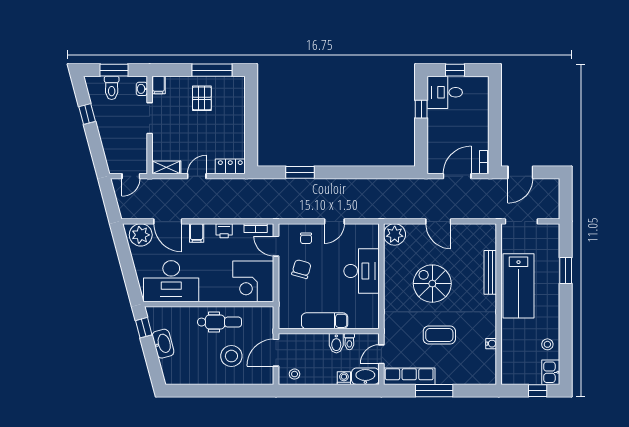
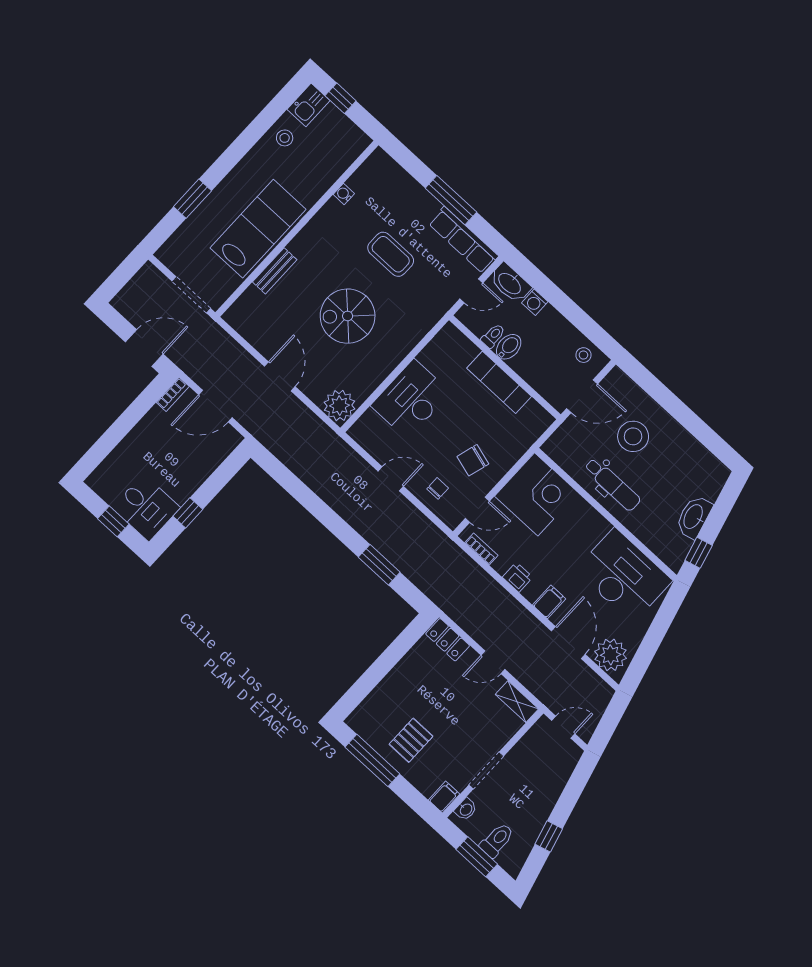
door: (276, 246) -> (477, 510), hinge flipped
bench: (490, 272) -> (275, 271), width x0.73
spiral stairs: (432, 284) -> (348, 316), turned 90
dental chair: (219, 322) -> (612, 484), turned 180

